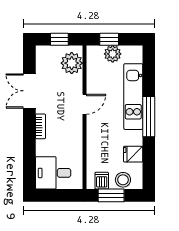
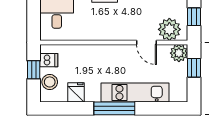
plant: (113, 54) -> (179, 53), moved
door: (84, 104) -> (146, 42), moved
window: (111, 195) -> (34, 70), width x0.67

